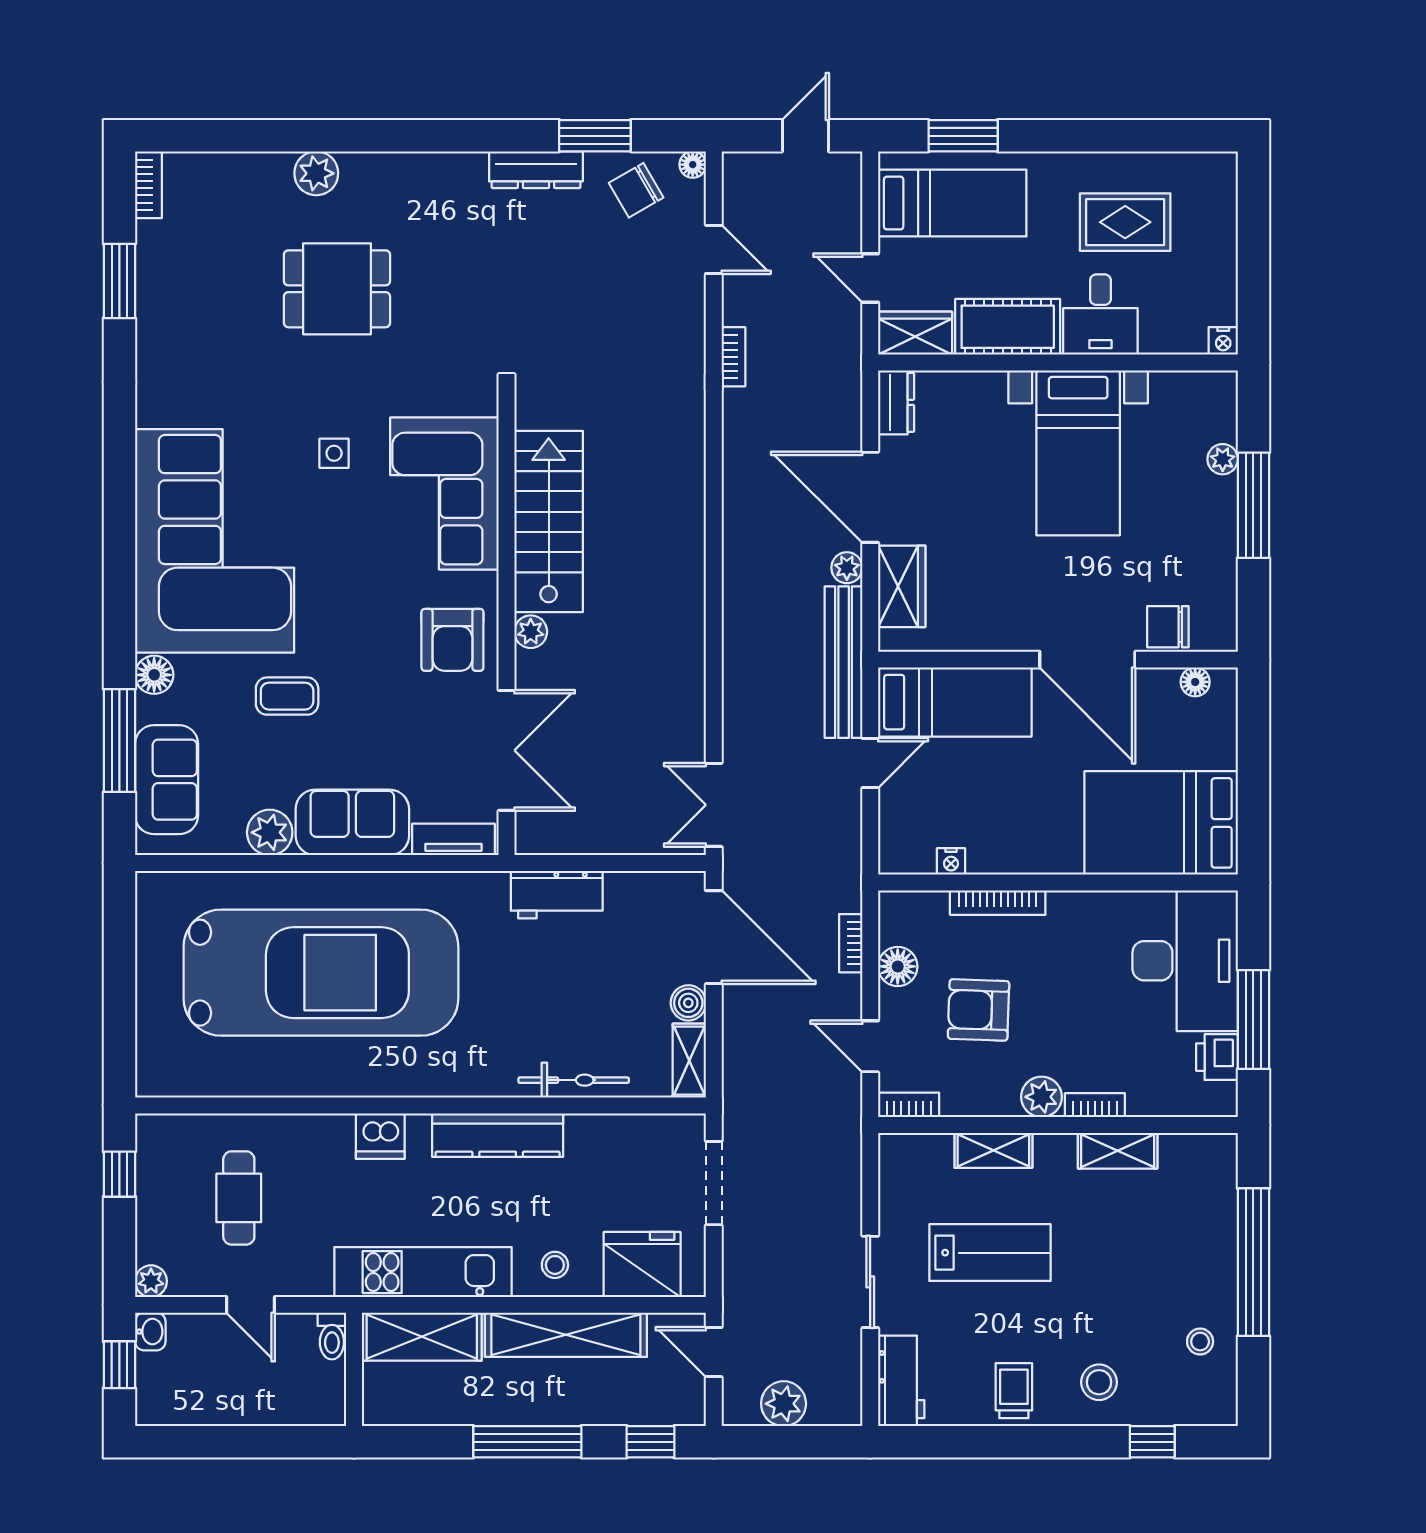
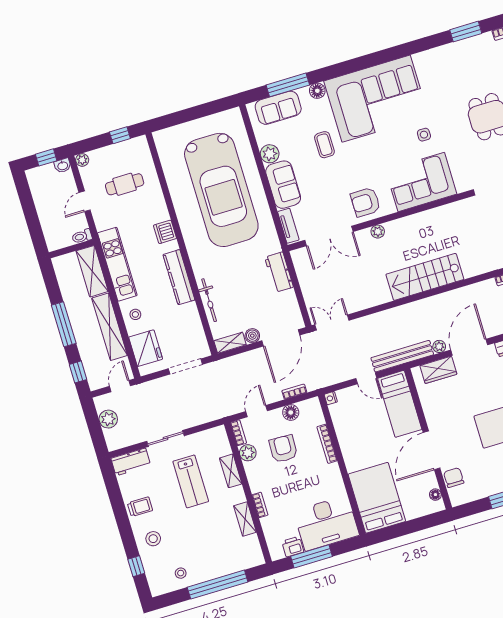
stairs: (549, 522) -> (425, 277), moved, turned 180
nightstand: (951, 861) -> (331, 398), moved
plant: (1041, 1097) -> (248, 453), moved

